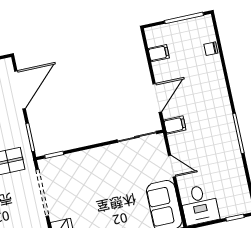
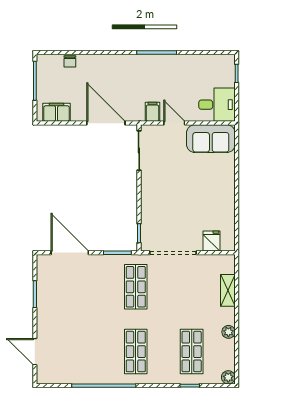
filing cabinet: (159, 53) -> (56, 112), width x2.00
door: (157, 98) -> (106, 123), width x1.36
filing cabinet: (175, 125) -> (152, 112), moved
door: (172, 166) -> (174, 123), hinge flipped

